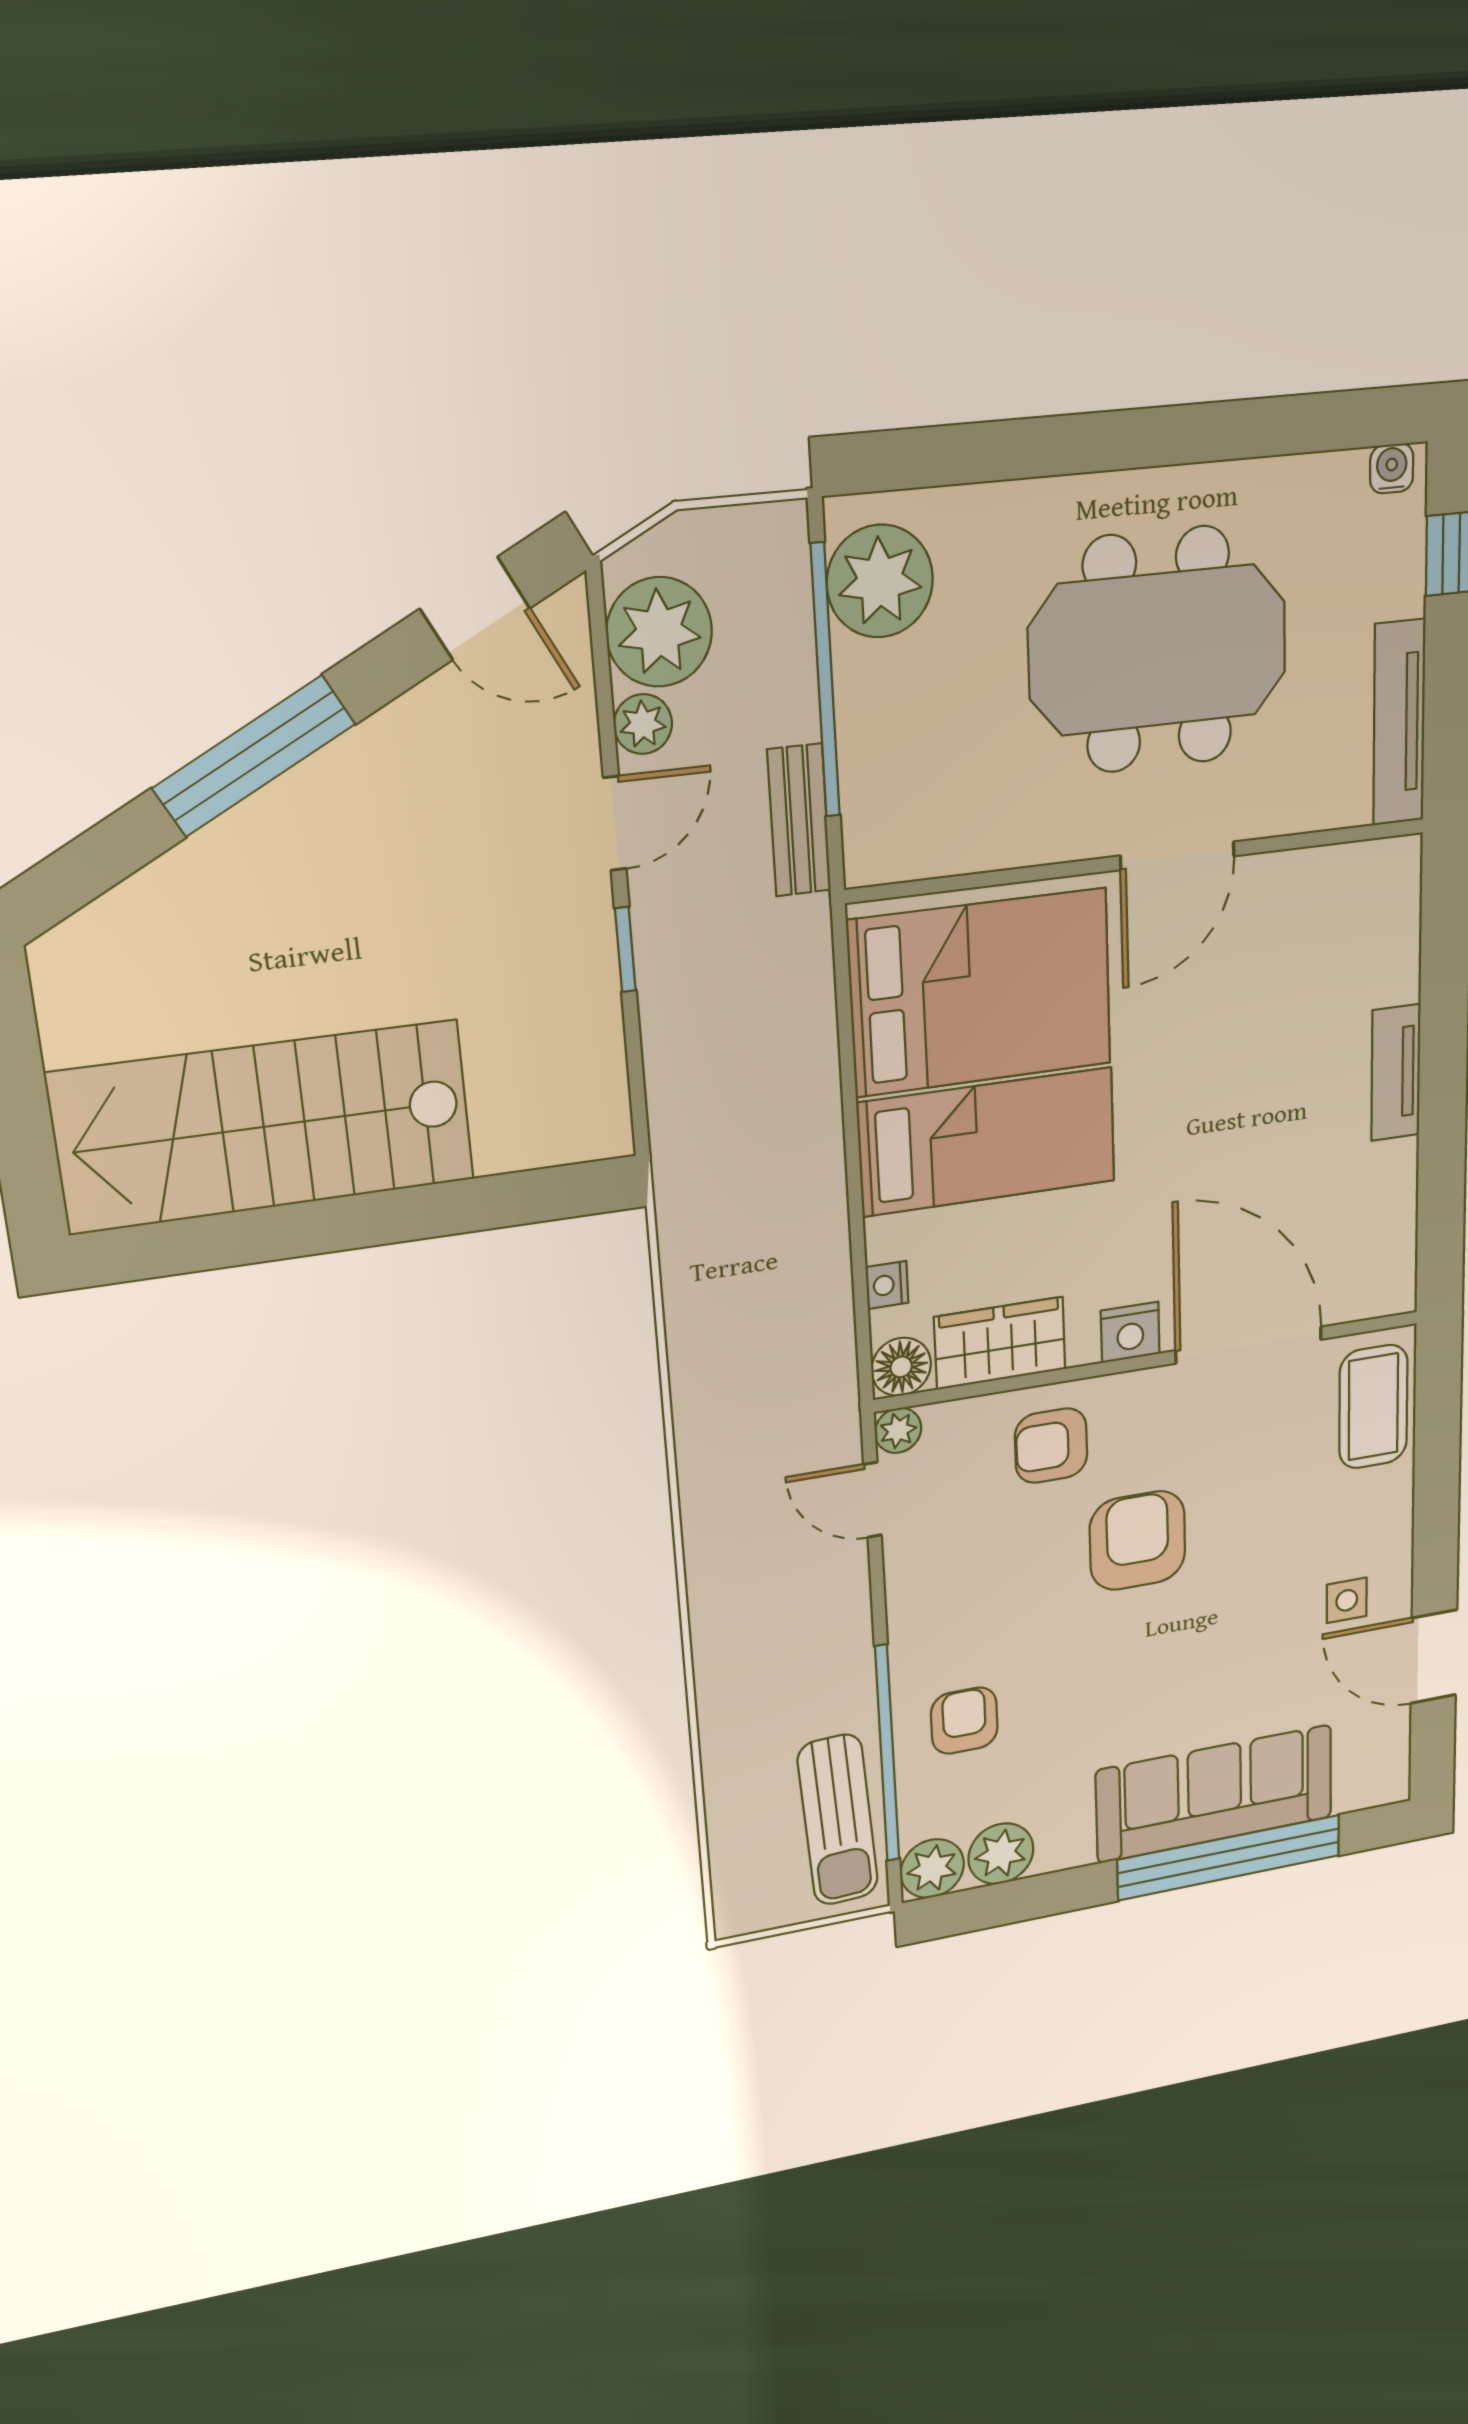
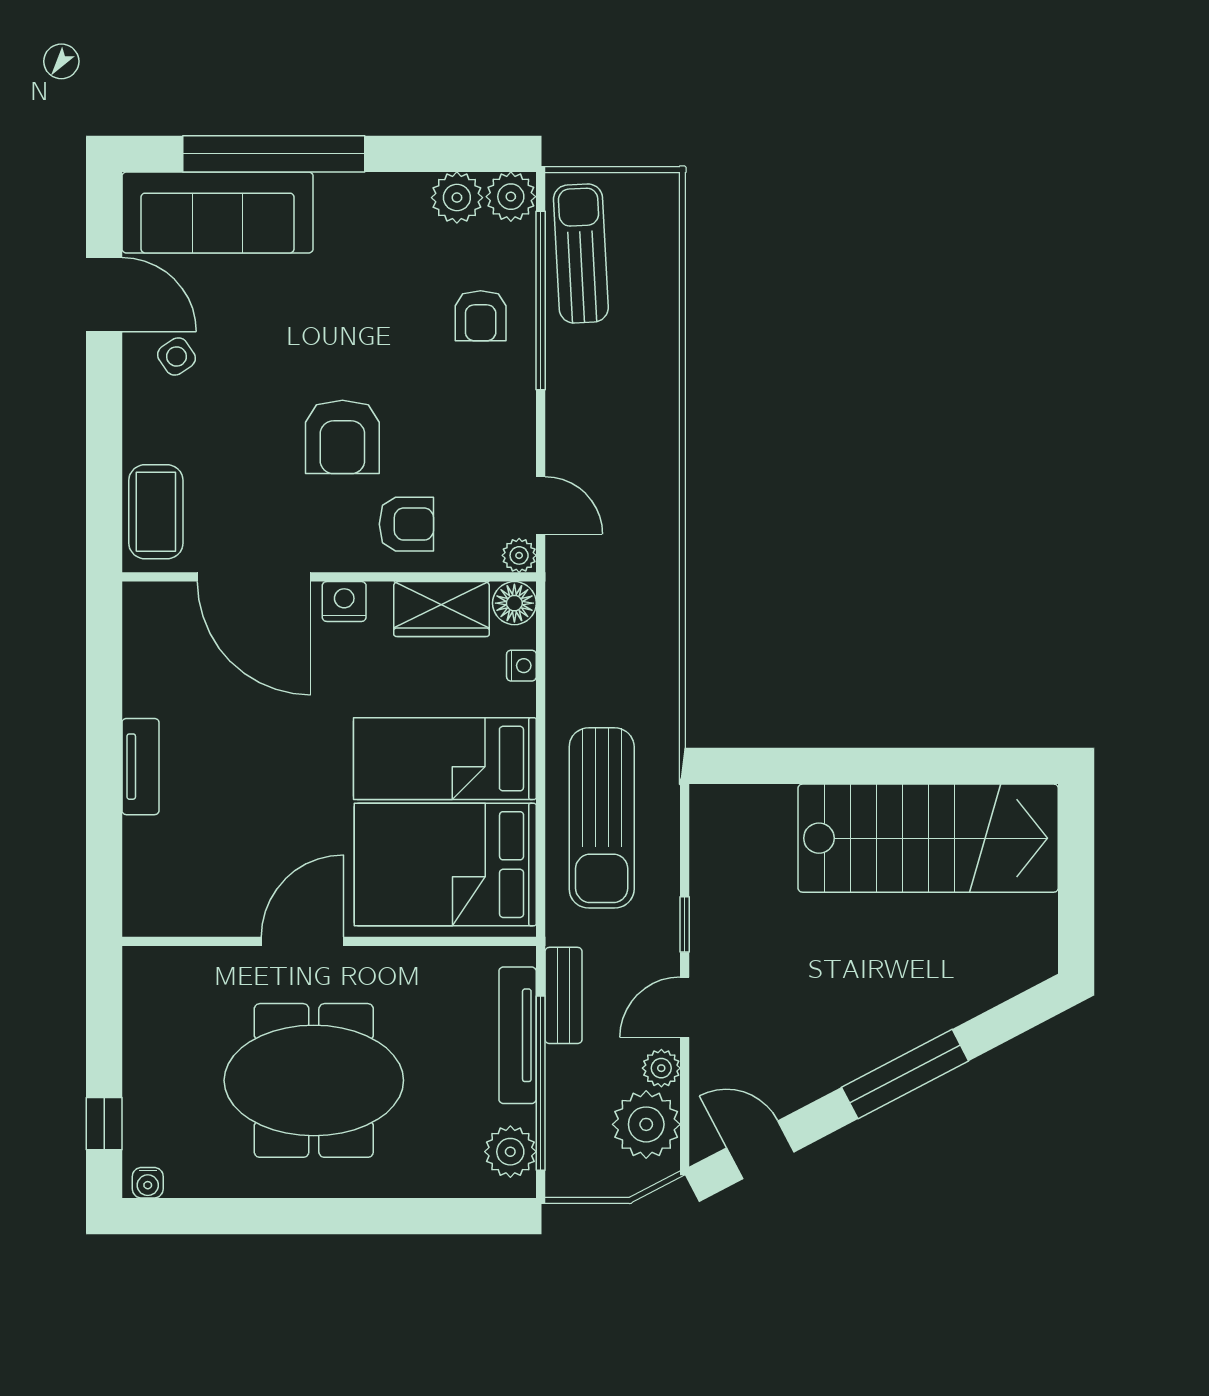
plant: (880, 581) -> (510, 1152), width x0.73, depth x0.73
tv unit: (1399, 723) -> (518, 1035), moved, turned 180
sun lounger: (760, 1090) -> (602, 818), added
side table: (1347, 1600) -> (177, 356), turned -34
sofa: (1215, 1794) -> (217, 212), moved

